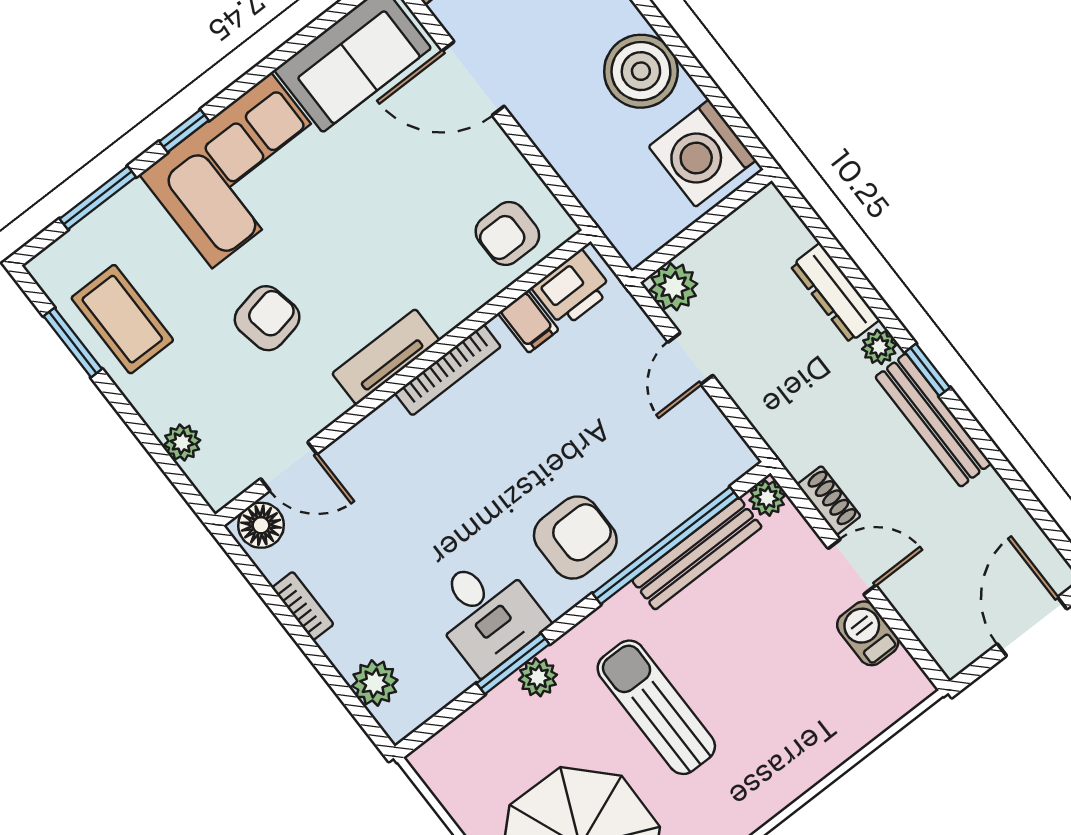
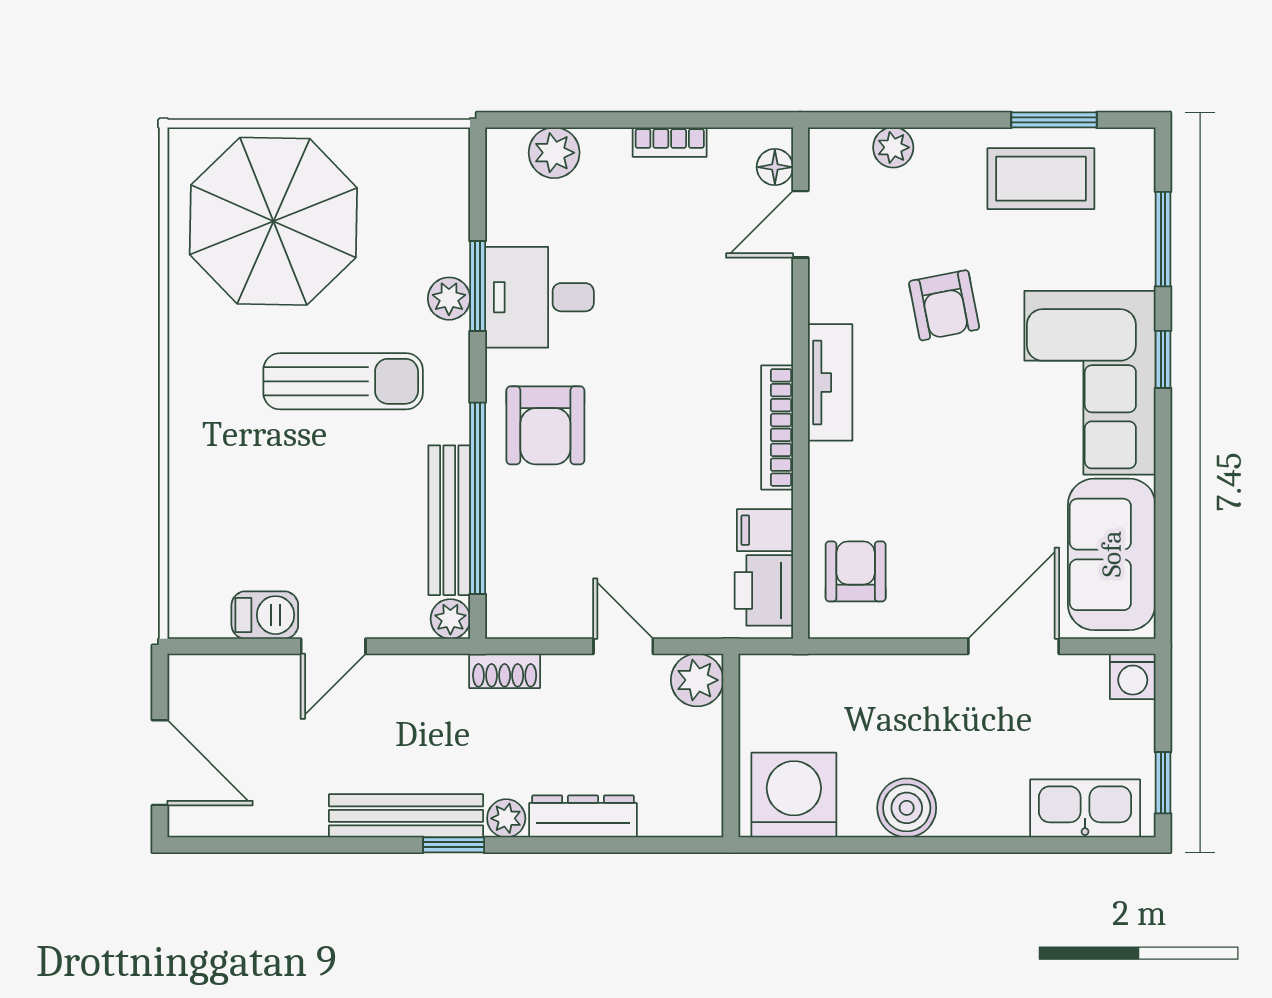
boiler: (641, 71) -> (907, 808), width x0.73, depth x0.73
shoe rack: (829, 500) -> (505, 671), moved
floor lamp: (261, 525) -> (775, 167), width x0.73, depth x0.73

